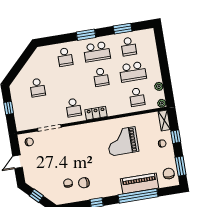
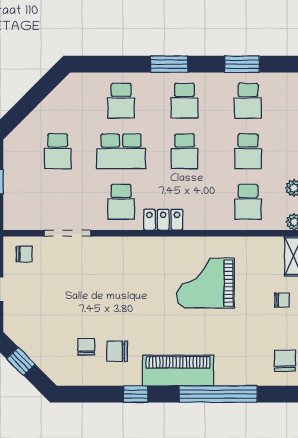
school desk: (97, 52) -> (185, 101), width x0.54
school desk: (133, 72) -> (248, 151), width x0.54
school desk: (69, 82) -> (121, 151), added
piano: (140, 183) -> (178, 370), moved

